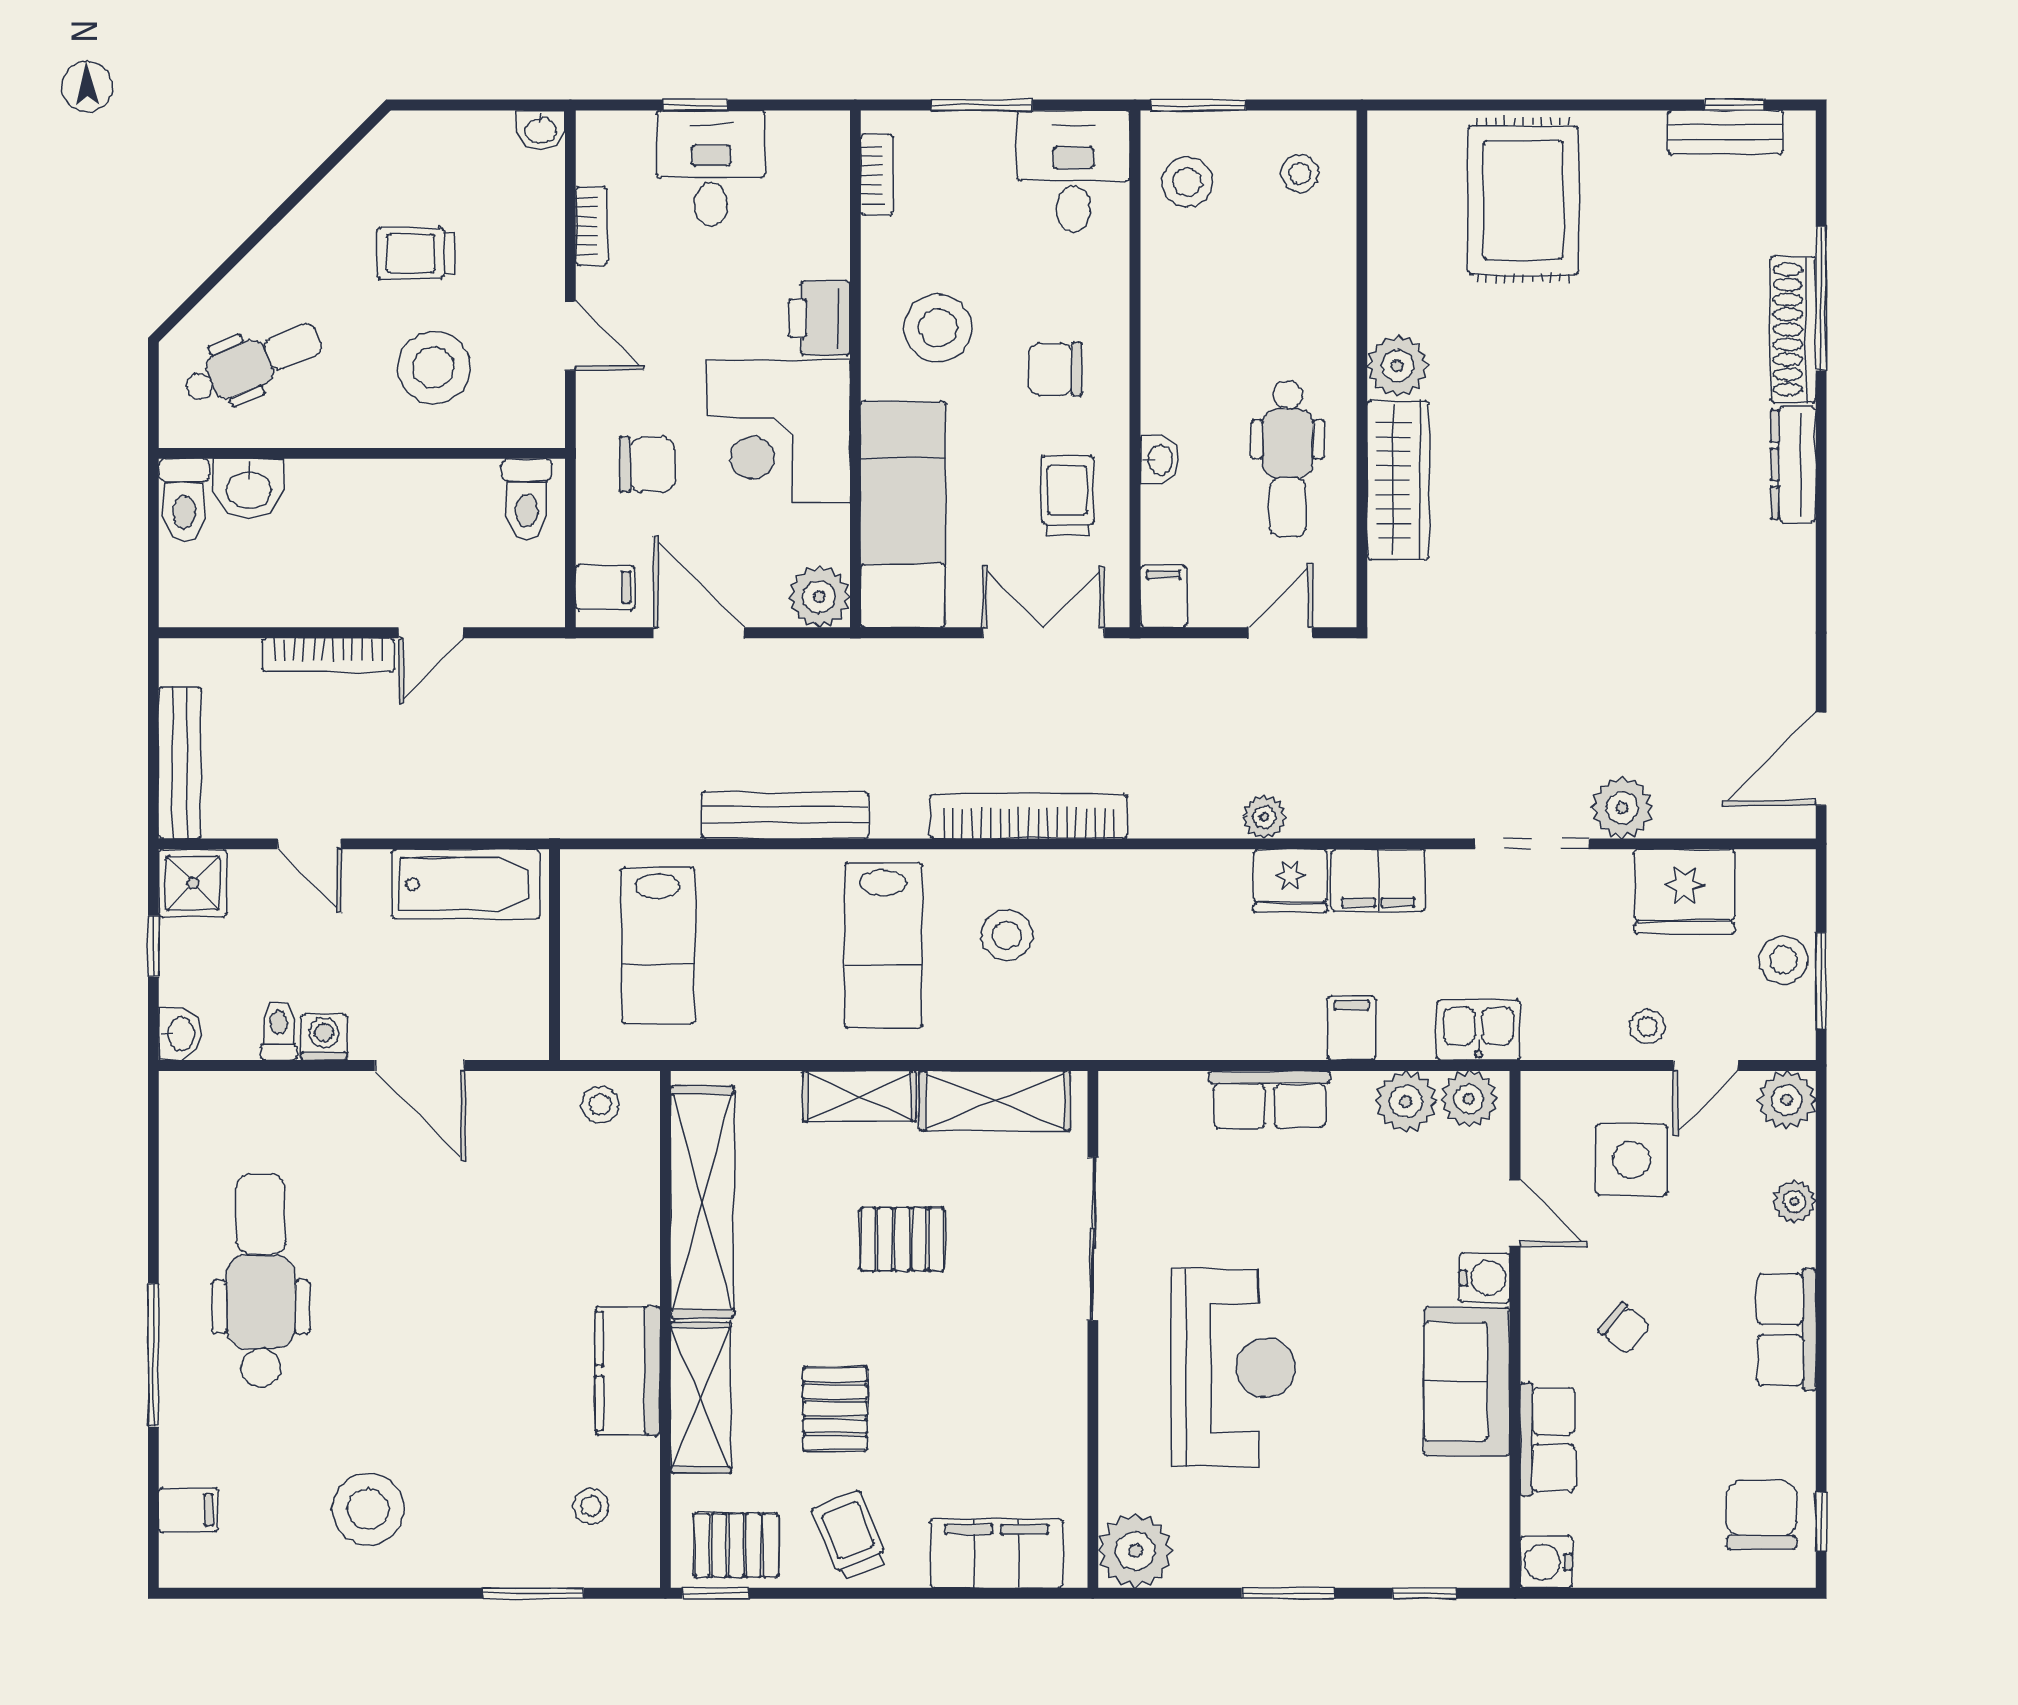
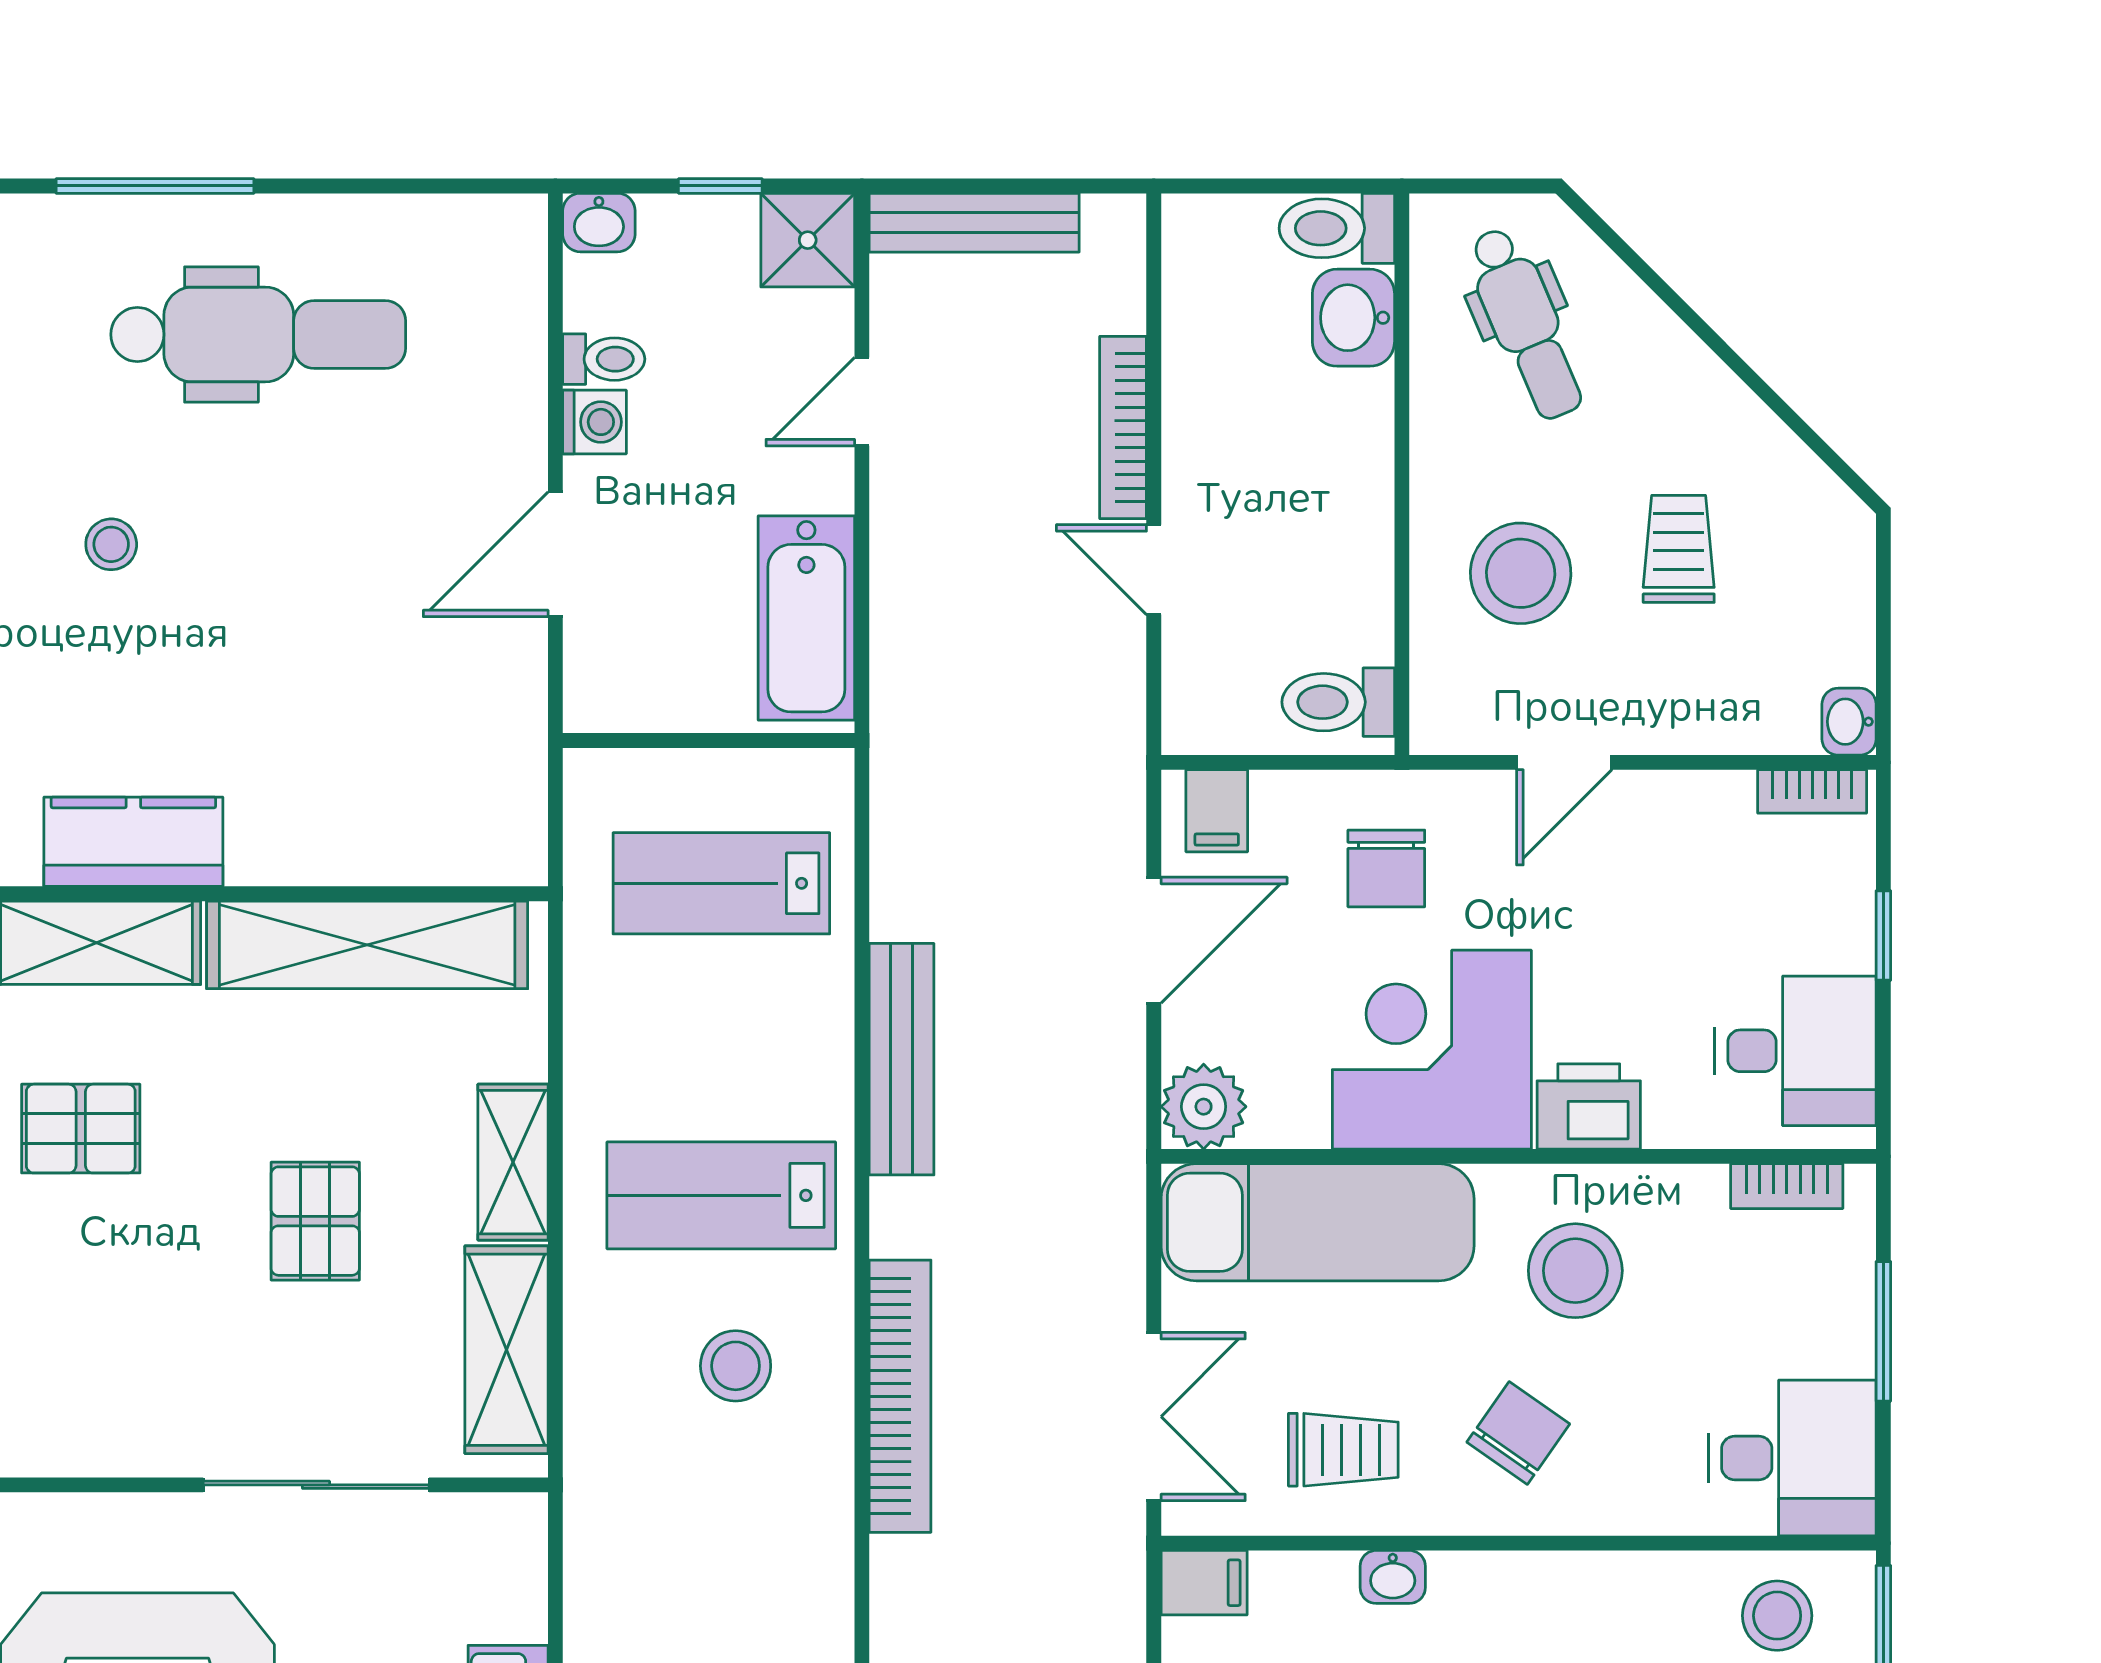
desk: (711, 169) -> (1796, 1051), moved
bookcase: (591, 226) -> (1812, 791), moved
chair: (1055, 369) -> (1518, 1433), turned 35
stool: (600, 1105) -> (111, 544), moved

